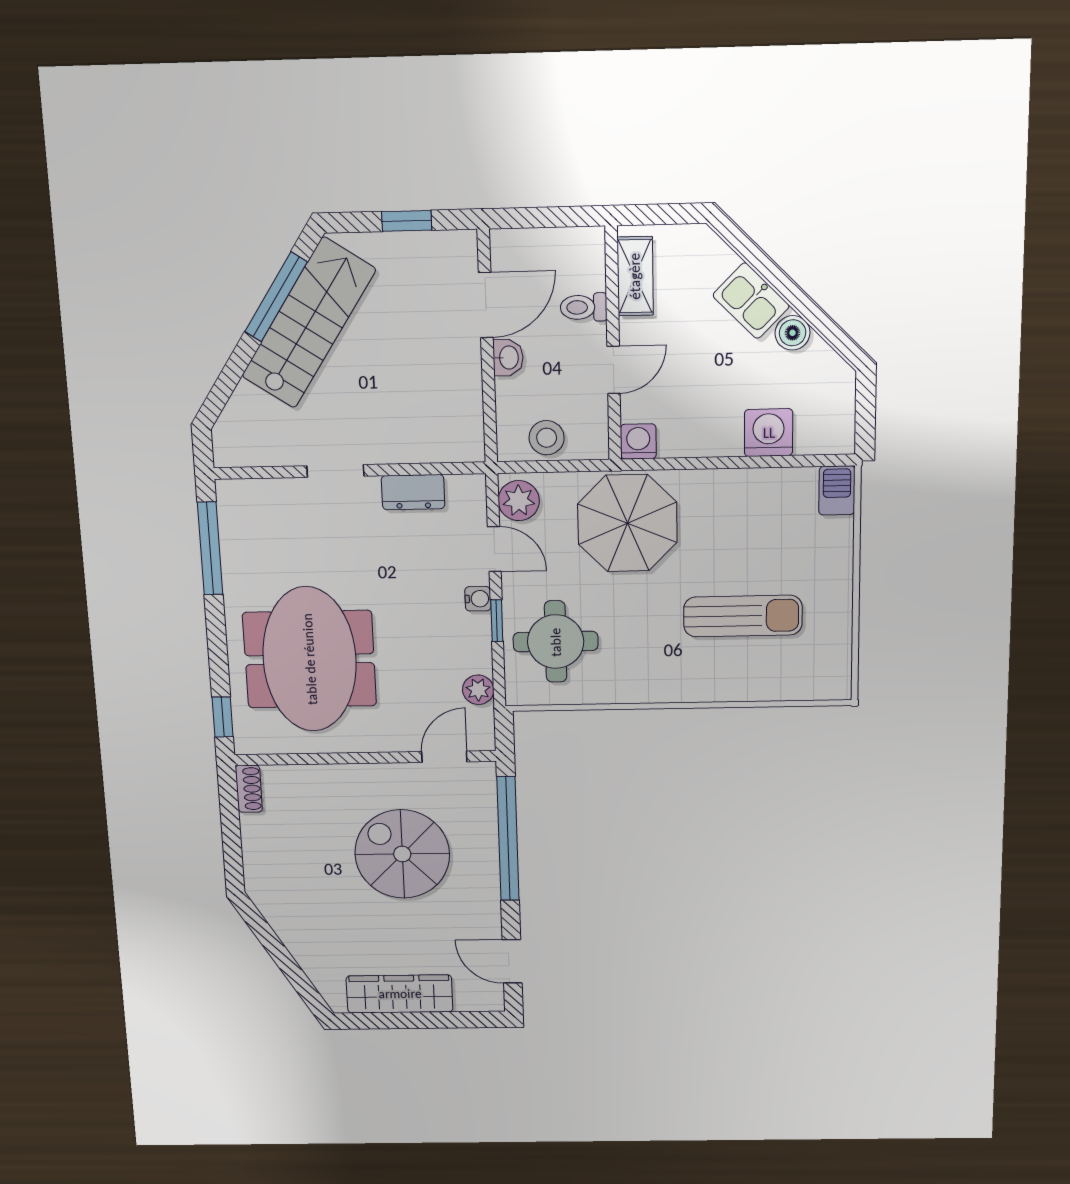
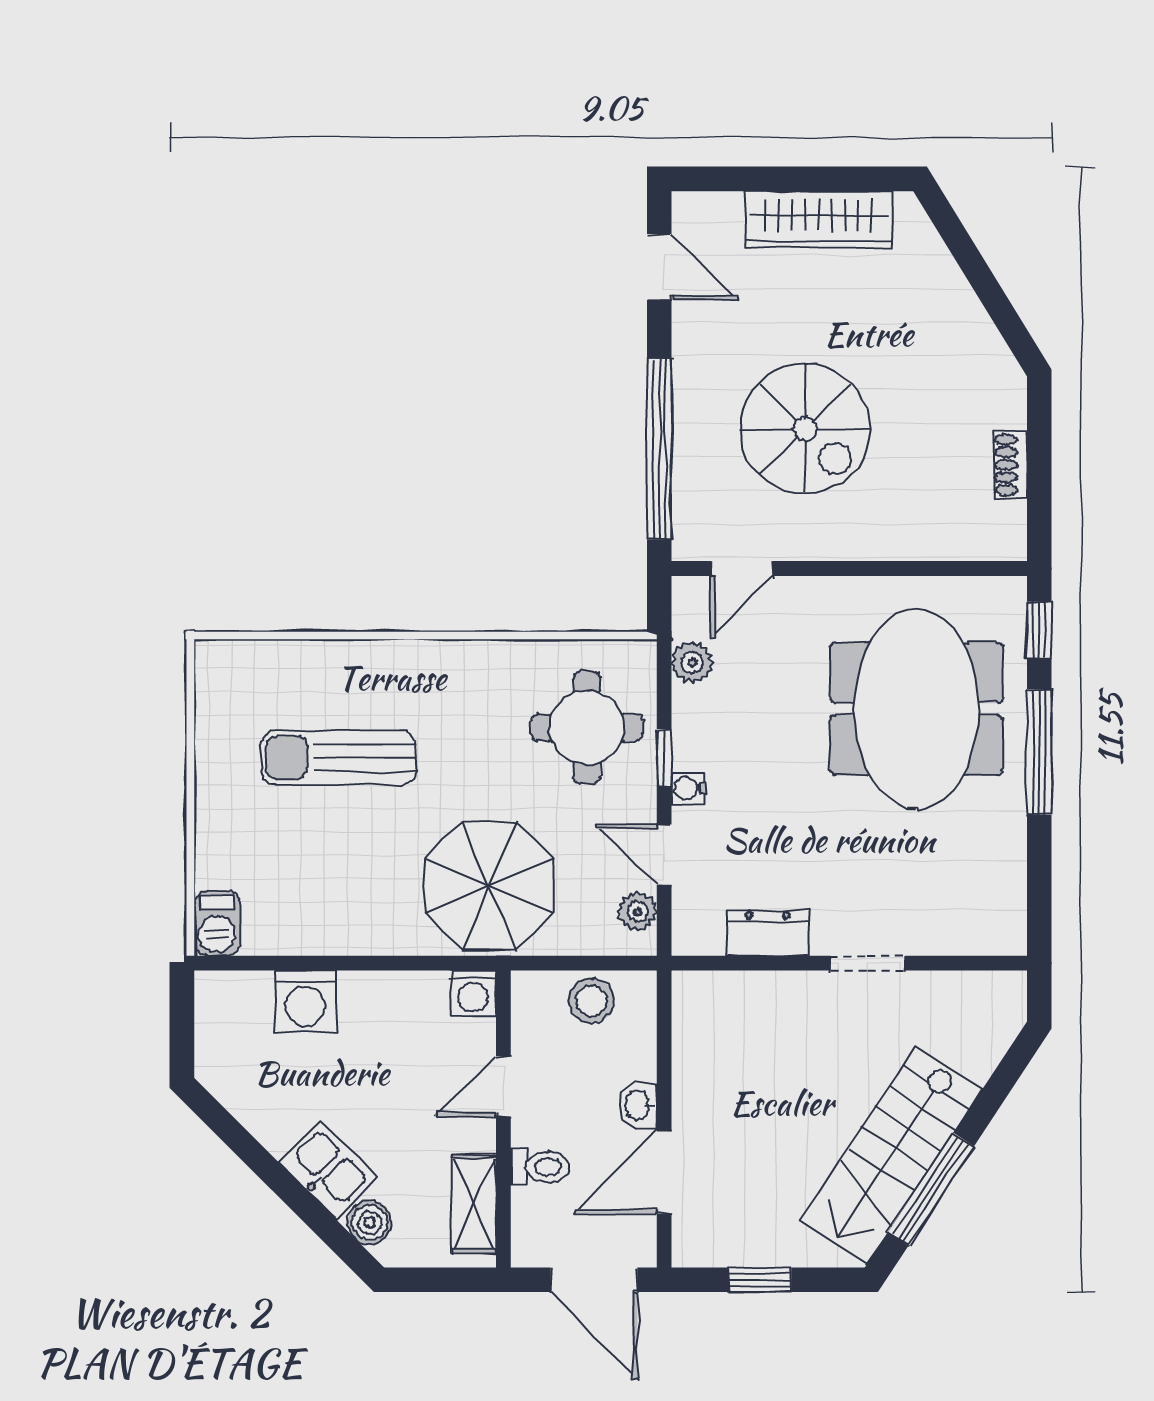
door: (539, 217) -> (594, 1280), added
boiler: (793, 333) -> (370, 1222), moved
plant: (519, 501) -> (637, 912), width x0.73, depth x0.73
window: (210, 548) -> (1039, 752), moved
shoe rack: (249, 789) -> (1011, 465), moved

